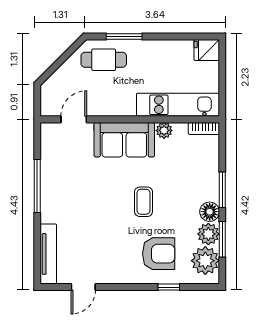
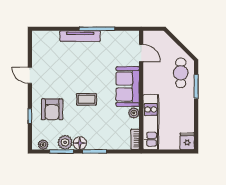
tv unit: (48, 254) -> (80, 36), moved
plant: (205, 261) -> (43, 145), width x0.53, depth x0.53
door: (83, 287) -> (30, 75), moved

